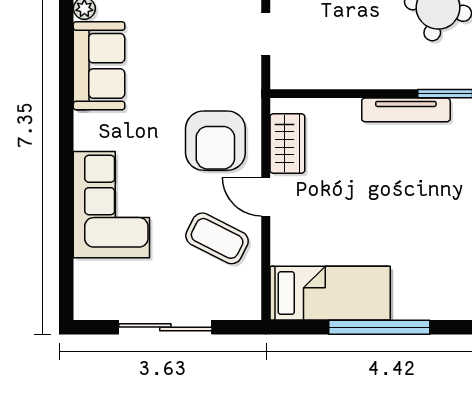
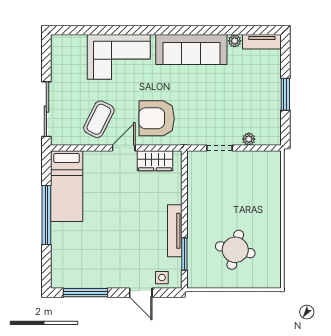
sofa: (99, 66) -> (191, 50), width x1.36
sliding door: (165, 327) -> (46, 109), moved

